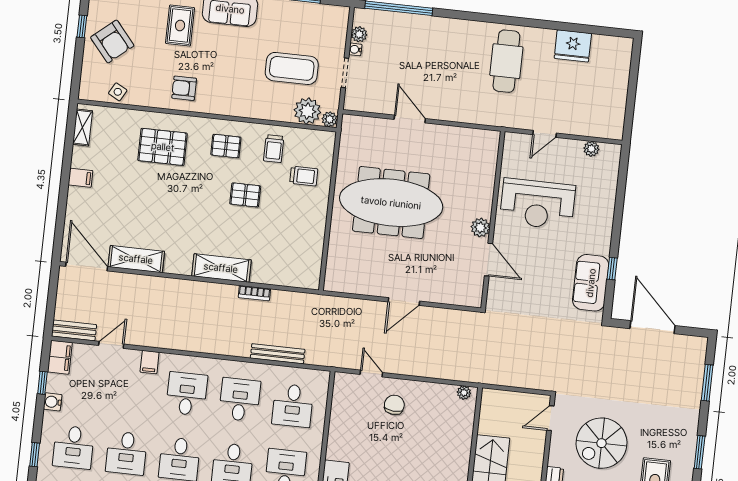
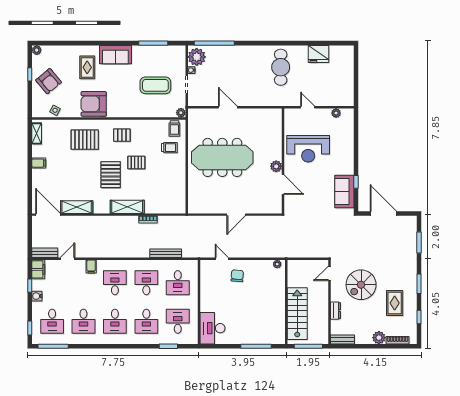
plant: (359, 34) -> (197, 57), width x1.88, depth x1.88
armchair: (184, 88) -> (94, 104), width x1.88, depth x1.88
plant: (307, 111) -> (167, 109), removed
door: (545, 134) -> (308, 107), swing flipped
trolley: (274, 149) -> (174, 128), moved
pallet: (200, 211) -> (111, 175), added

